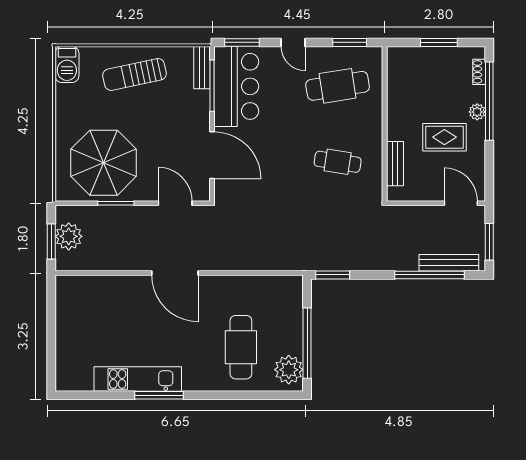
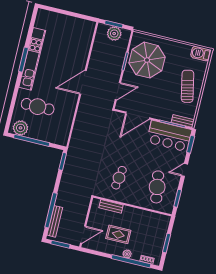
rug: (444, 137) -> (118, 234), turned 90
kitchen unit: (138, 379) -> (32, 59), width x1.36

